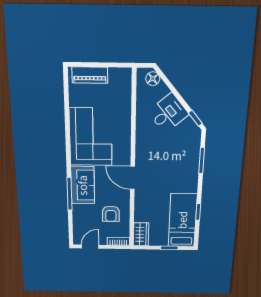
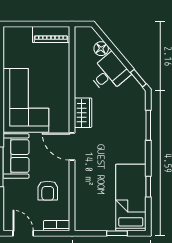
piano: (90, 75) -> (51, 35), moved
floor lamp: (153, 79) -> (101, 49), moved
wardrobe: (141, 234) -> (83, 113), moved
door: (90, 247) -> (23, 233), hinge flipped

